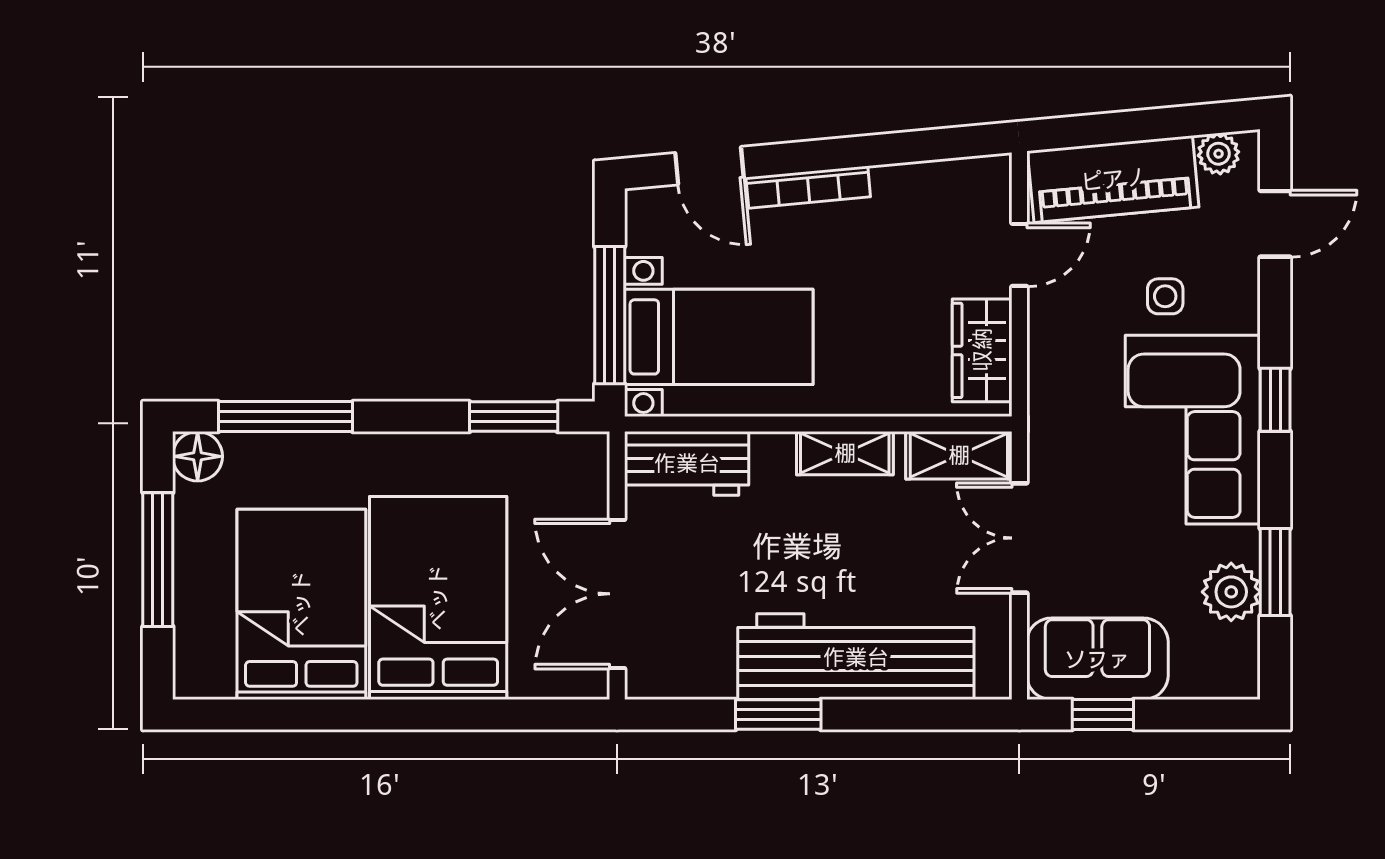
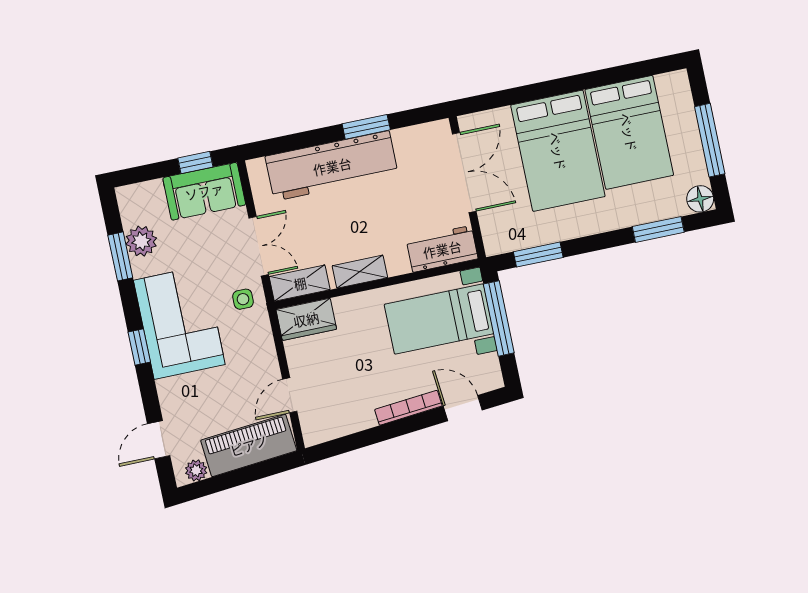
side table: (1165, 296) -> (243, 299), moved
wardrobe: (982, 350) -> (306, 319), moved, turned 90
window: (285, 417) -> (658, 229), width x0.69

